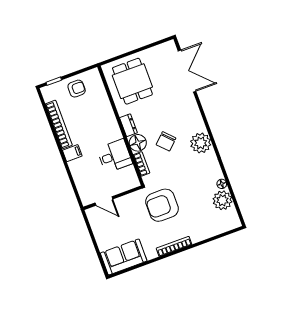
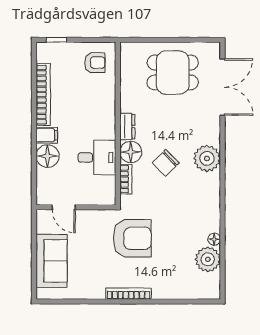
dining table: (132, 81) -> (173, 72), moved, turned 90
armchair: (77, 89) -> (95, 63), moved
plant: (201, 143) -> (207, 158), moved
floor lamp: (78, 168) -> (47, 156), added
armchair: (162, 205) -> (132, 238), turned 180
sofa: (124, 257) -> (52, 261), moved, turned 90

